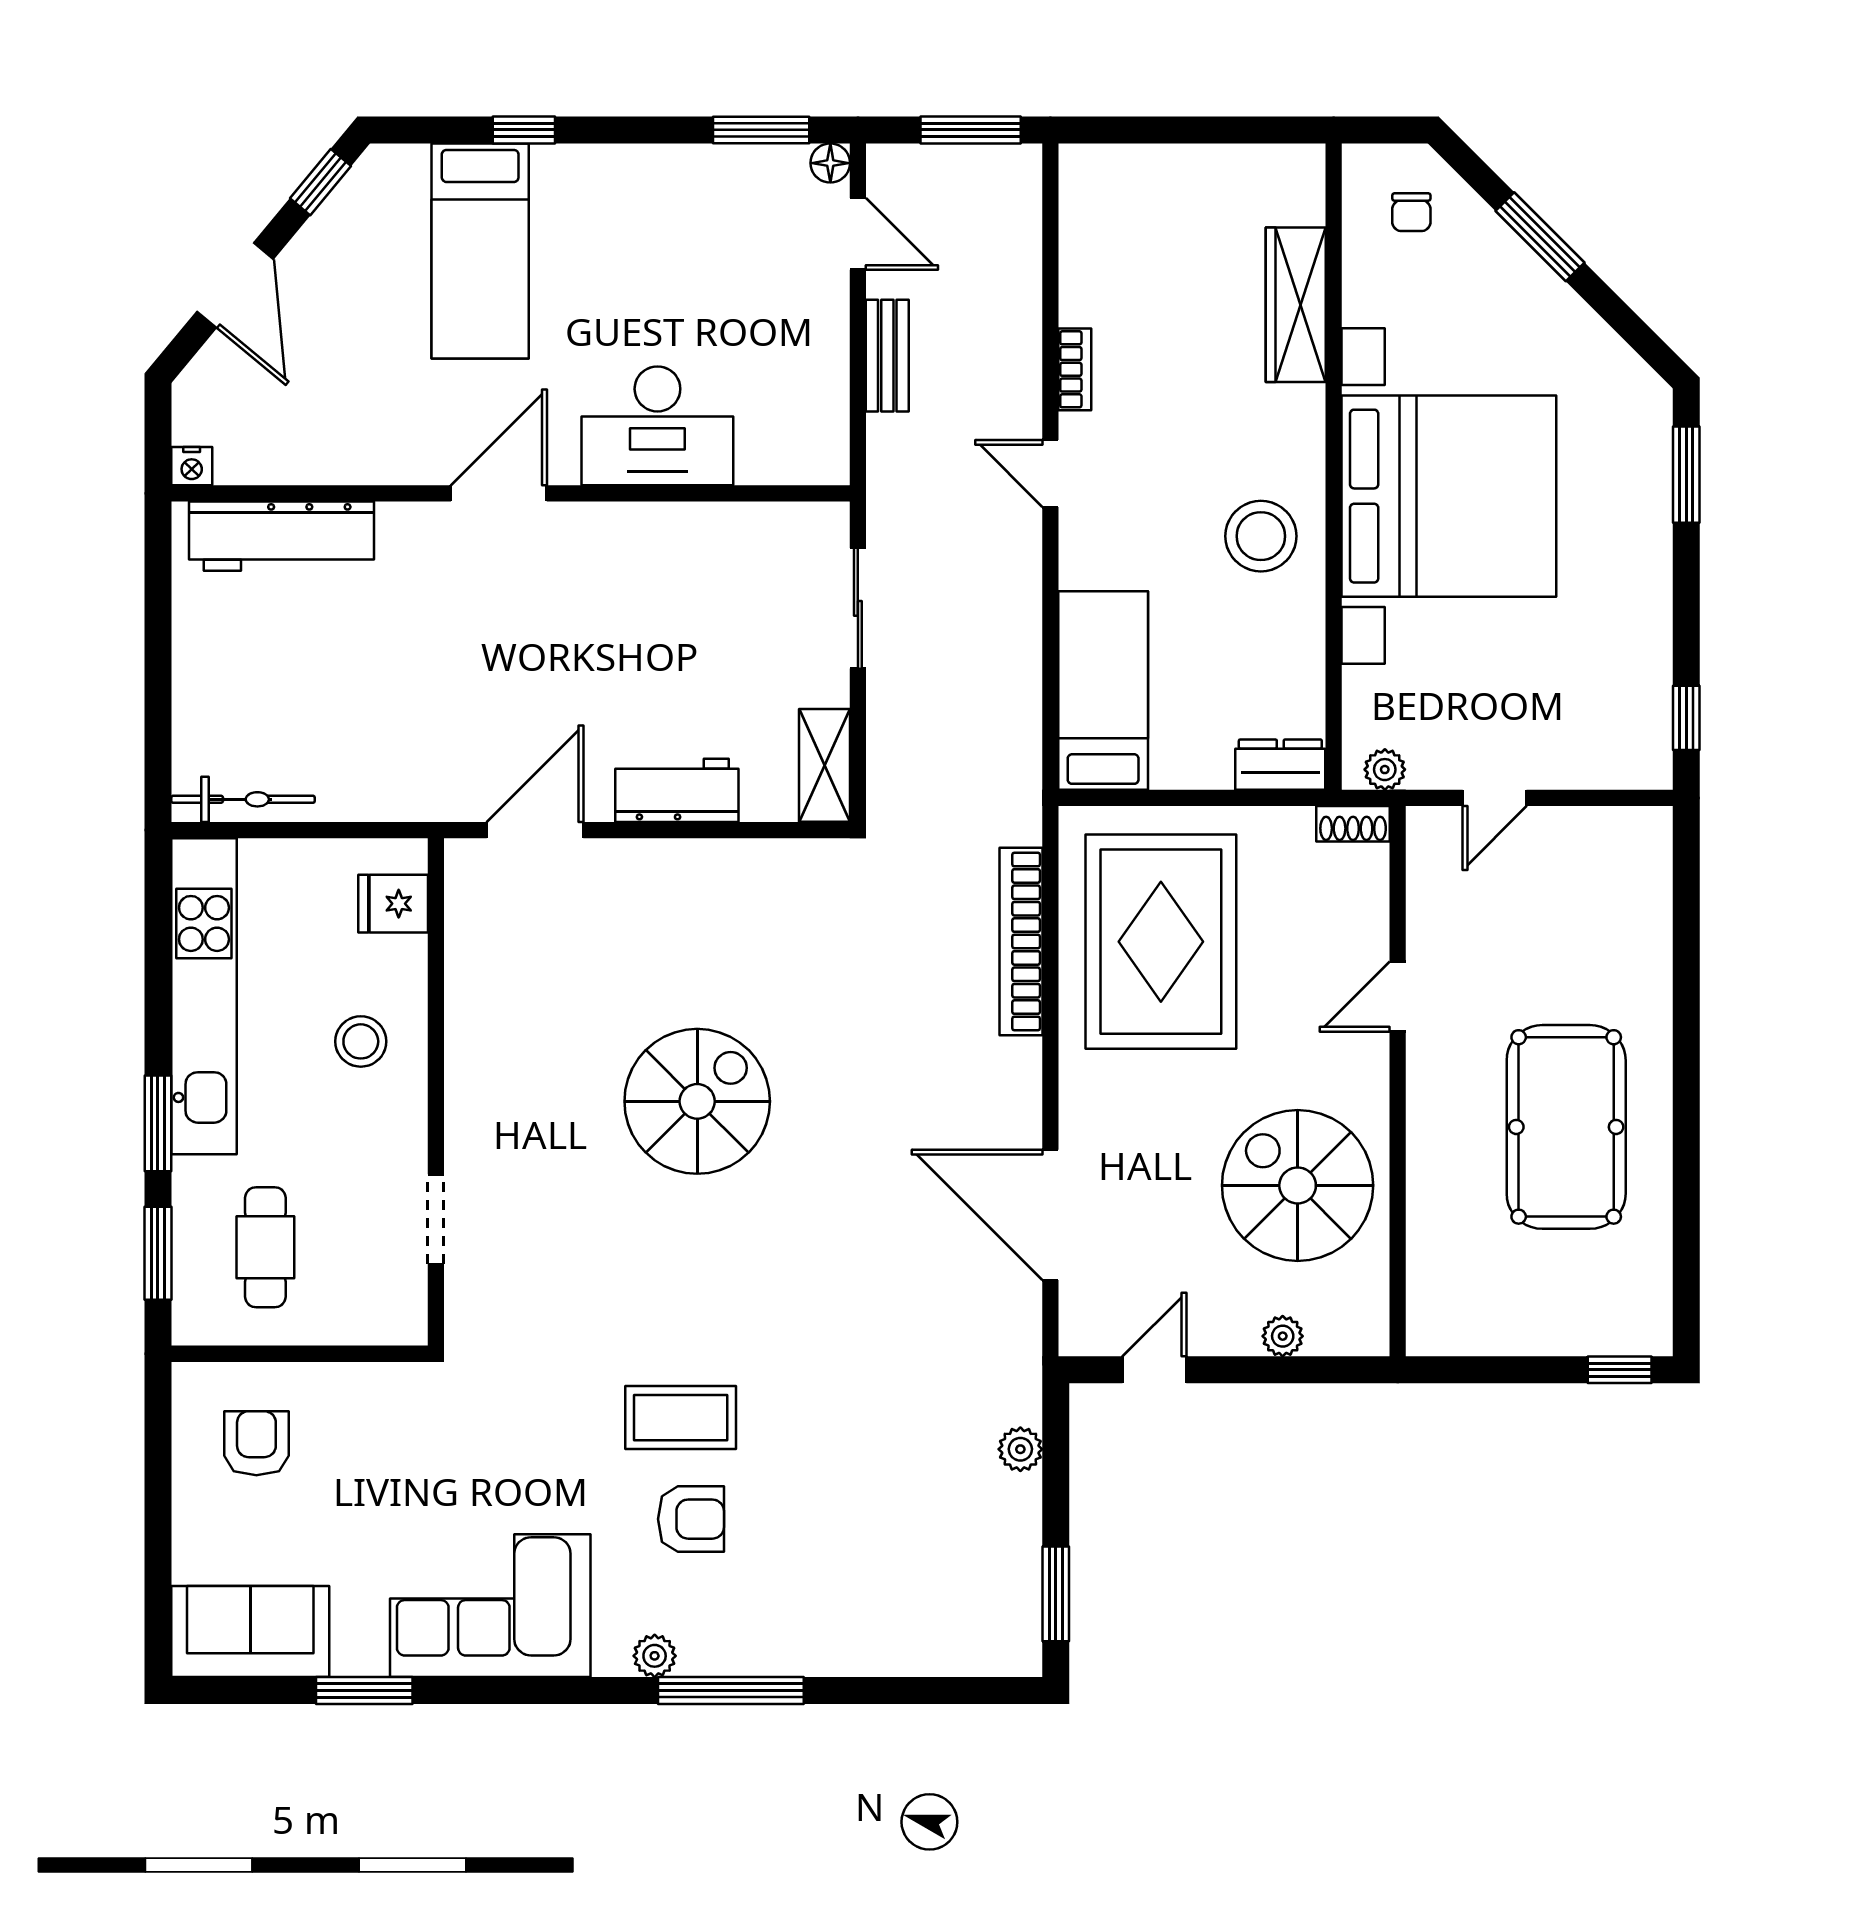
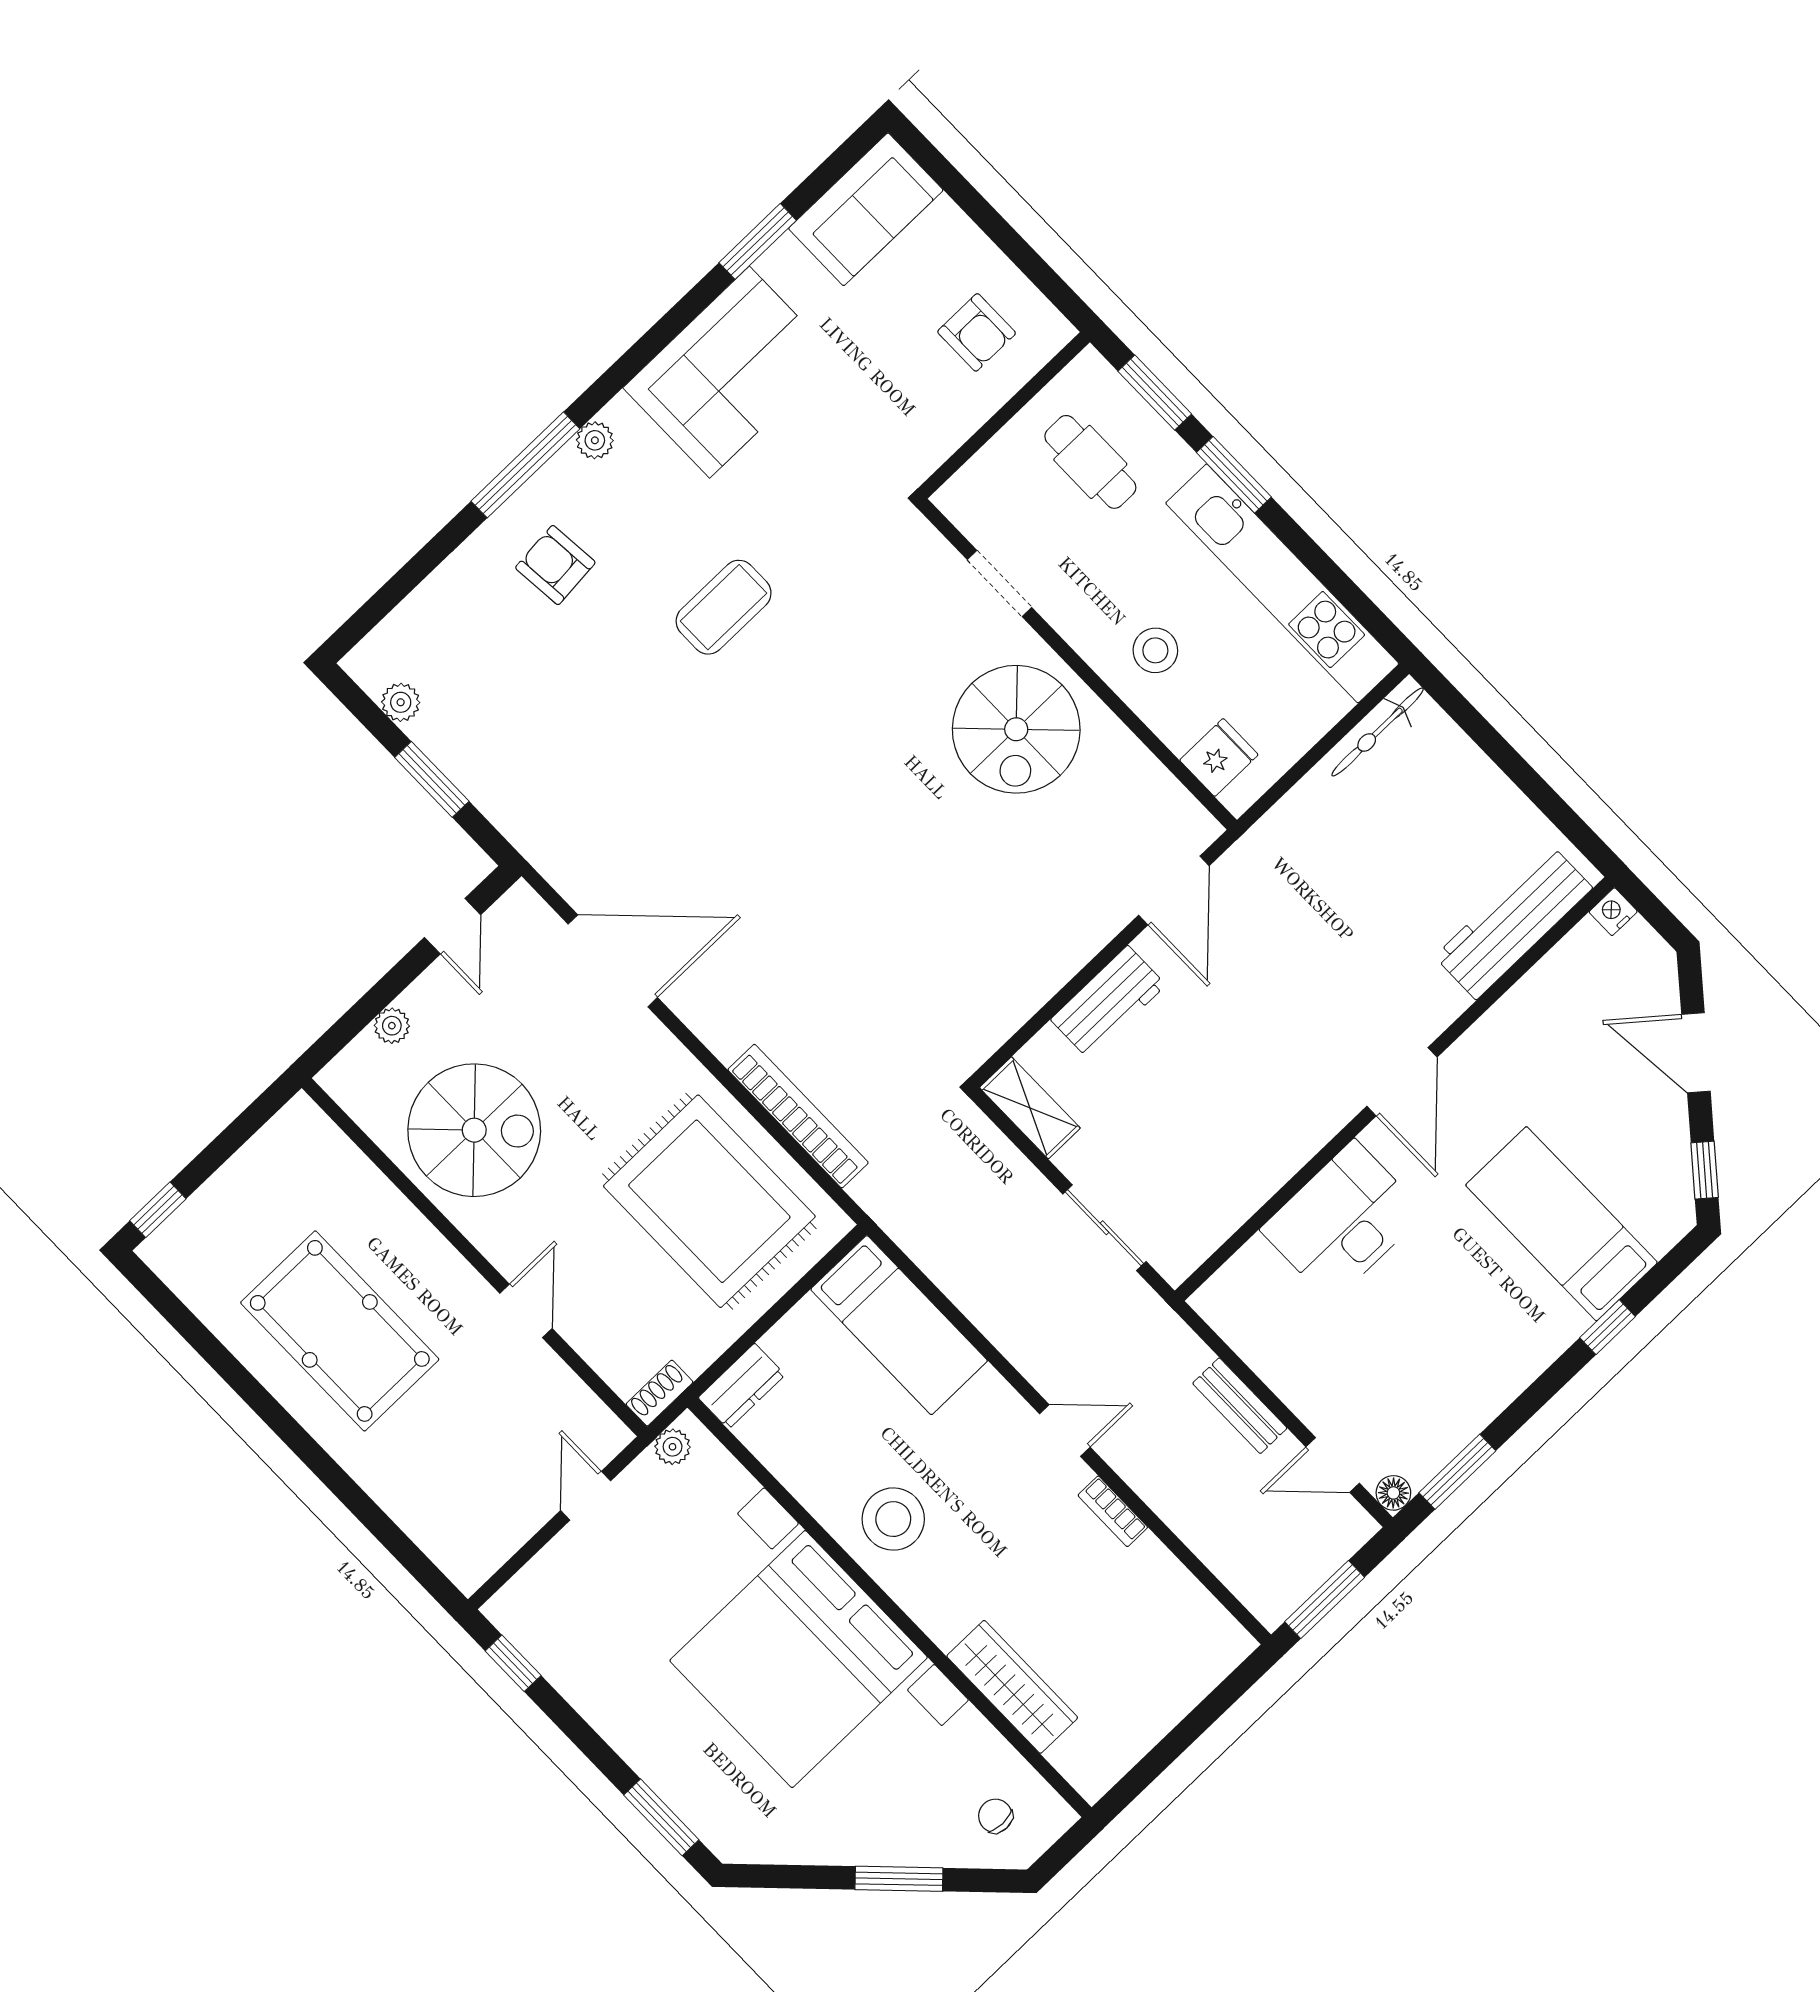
spiral stairs: (697, 1101) -> (1016, 729), moved
plant: (1020, 1449) -> (401, 702), moved
armchair: (691, 1519) -> (555, 565), moved, turned 85
window: (1056, 1594) -> (432, 779), moved

